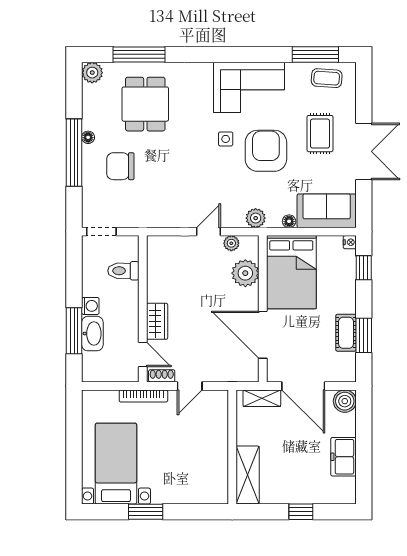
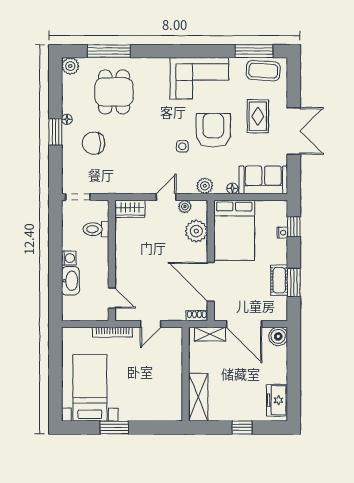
coffee table: (327, 78) -> (263, 71), width x1.36, depth x1.30
side table: (226, 139) -> (182, 146), moved
window: (74, 153) -> (55, 132), width x0.47
nightstand: (350, 242) -> (282, 233), moved
wardrobe: (157, 321) -> (130, 209), moved, turned 90
window: (74, 331) -> (55, 278), removed
shoe rack: (162, 376) -> (197, 316), moved
freezer: (343, 457) -> (277, 400), moved

